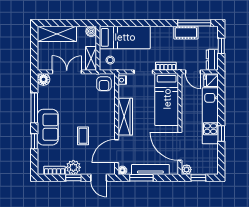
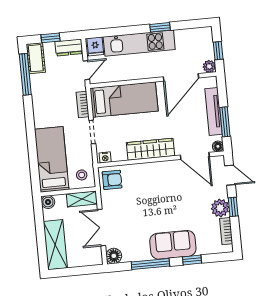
cot: (186, 33) -> (36, 58), moved
coffee table: (83, 136) -> (180, 200), removed
door: (99, 178) -> (230, 175), hinge flipped

